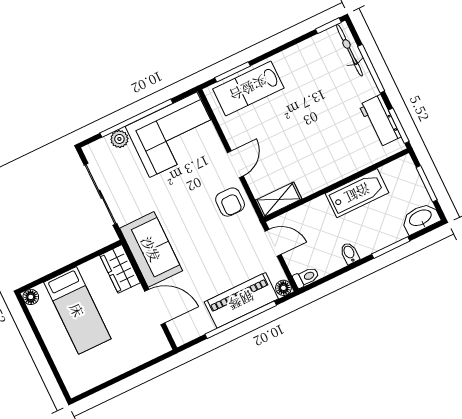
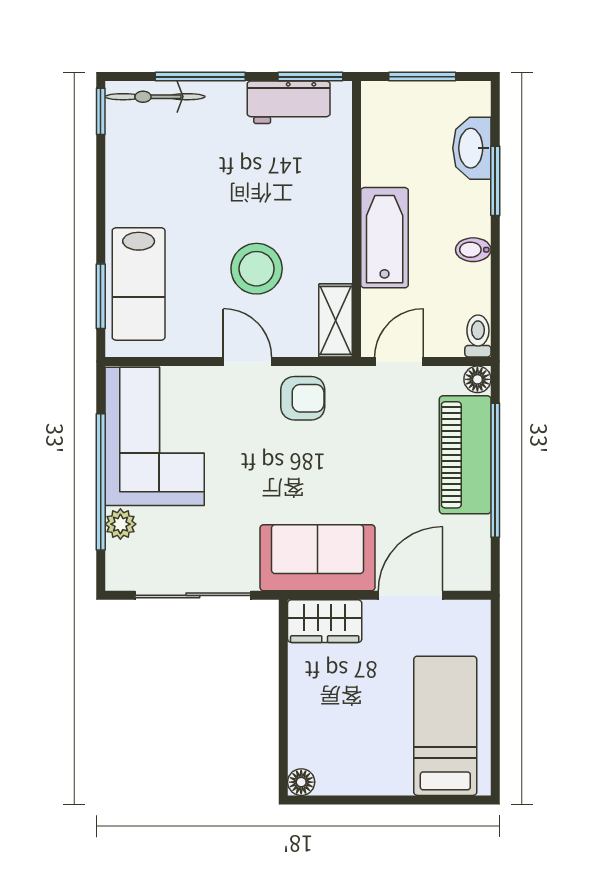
stool: (286, 146) -> (257, 269), added
bathtub: (357, 193) -> (385, 238), moved
washbasin: (421, 218) -> (472, 148), moved
bed: (77, 310) -> (445, 726), moved, turned -90

